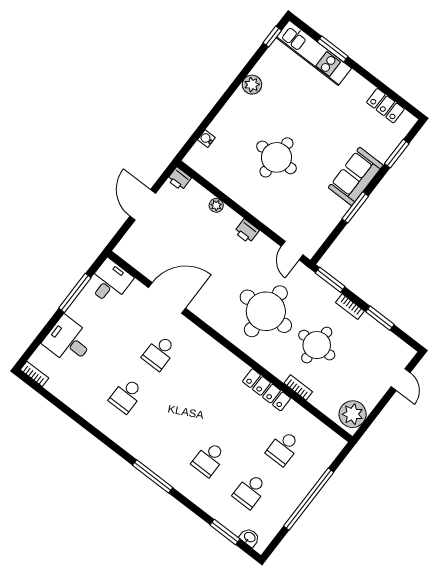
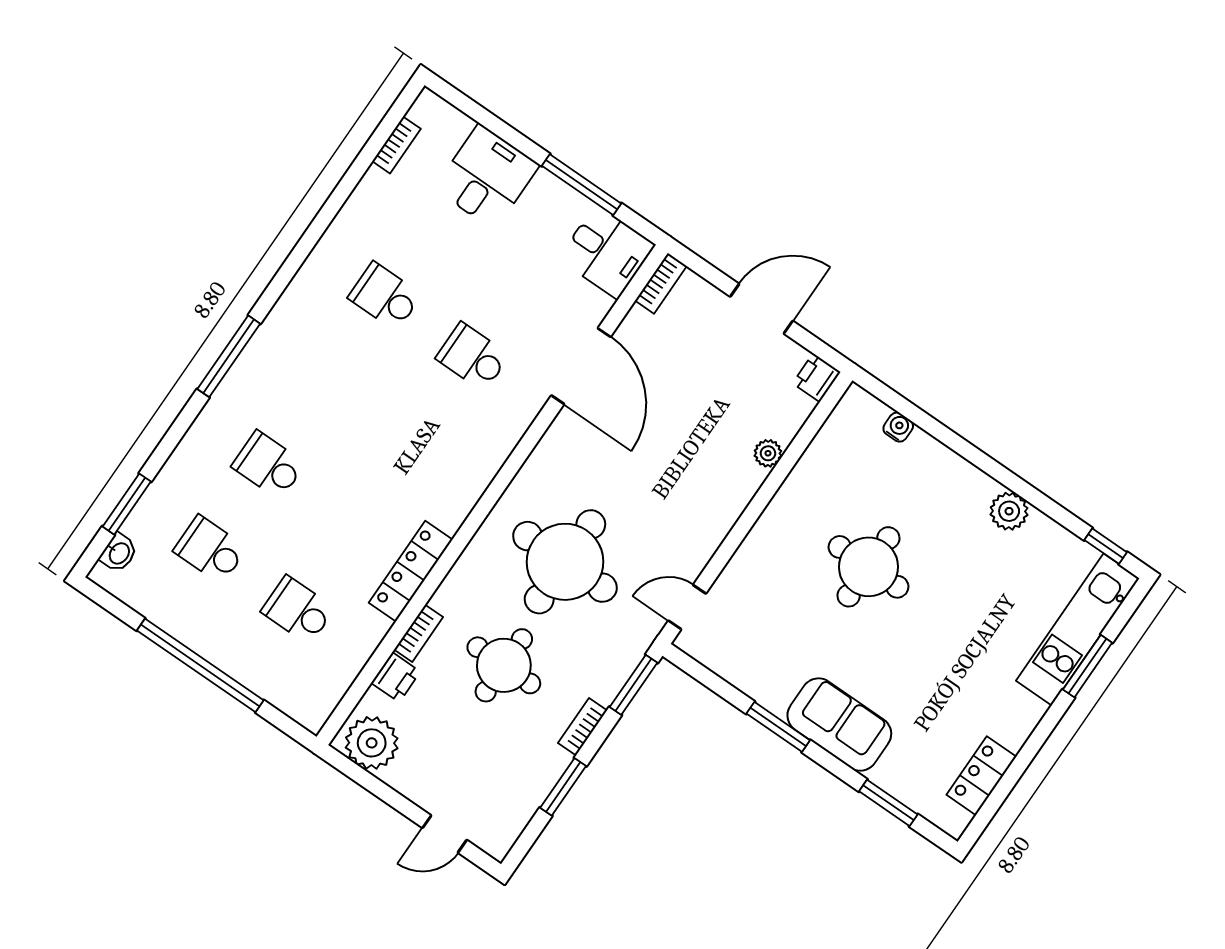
printer: (247, 231) -> (396, 677), moved, turned 180
bookcase: (127, 255) -> (661, 283), added
bookcase: (35, 374) -> (396, 145), moved

